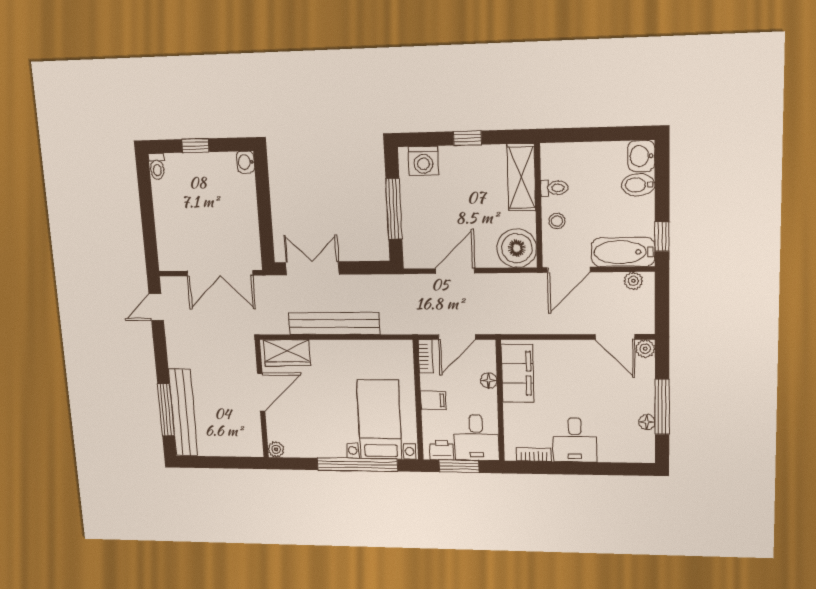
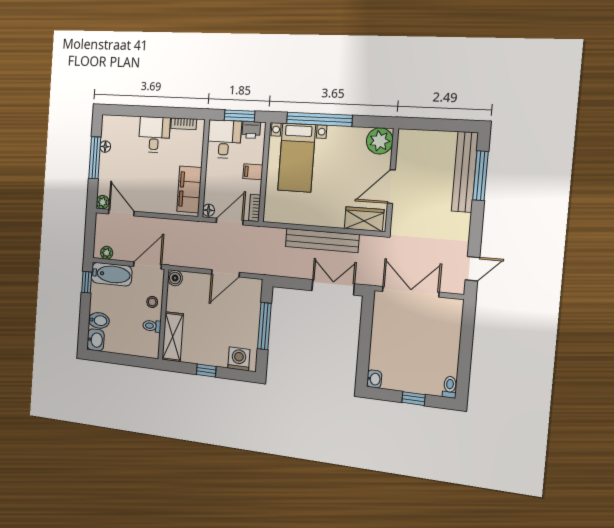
boiler: (517, 248) -> (175, 278), width x0.54, depth x0.54
double door: (312, 268) -> (333, 287), swing flipped
floor lamp: (489, 380) -> (209, 210), moved
plant: (276, 449) -> (380, 141), width x1.87, depth x1.87

